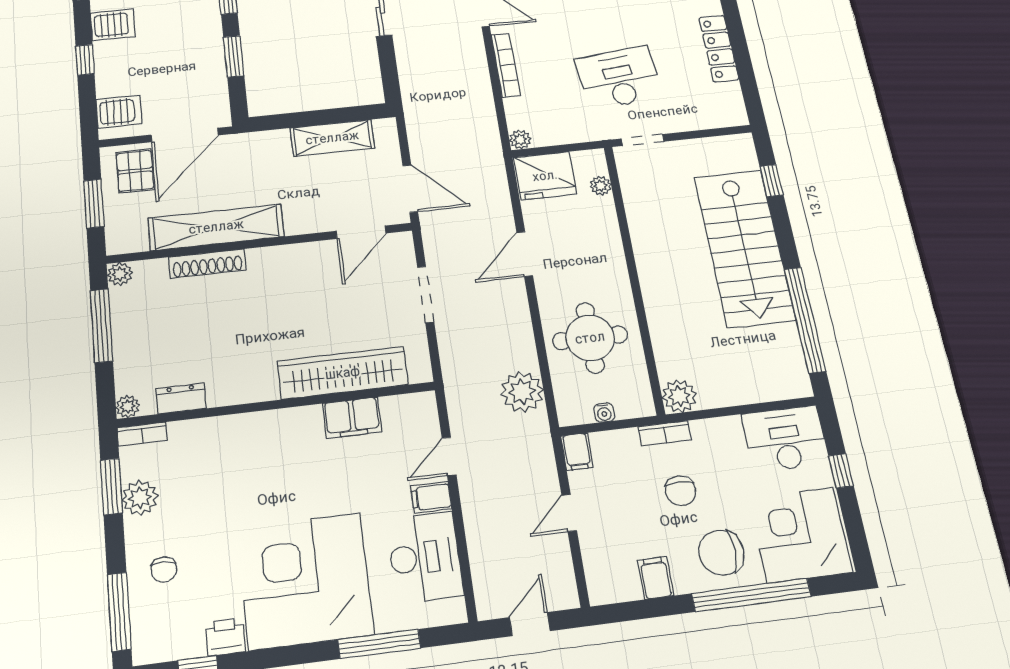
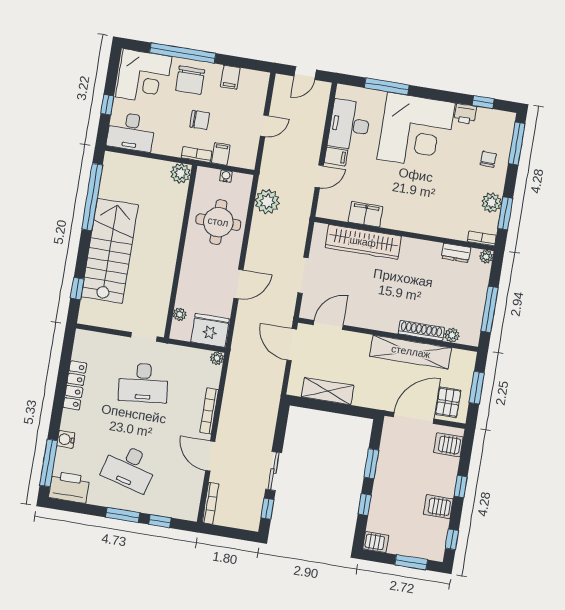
plant: (120, 274) -> (452, 335), moved
filing cabinet: (577, 452) -> (221, 154), moved
chair: (681, 491) -> (200, 120), turned 90
chair: (721, 553) -> (190, 80), turned 90

